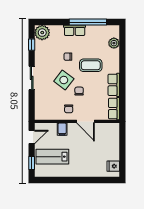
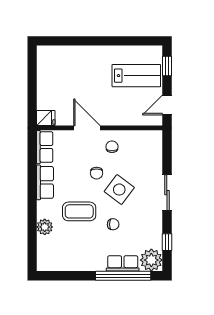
window: (88, 22) -> (123, 276), moved
row of seats: (75, 30) -> (123, 263), moved
plant: (114, 43) -> (45, 227), moved
filing cabinet: (62, 129) -> (122, 116), removed
fridge: (113, 166) -> (46, 118), moved

